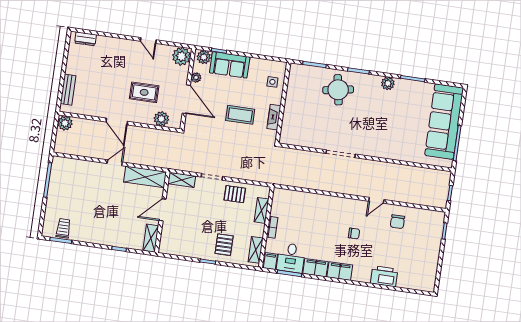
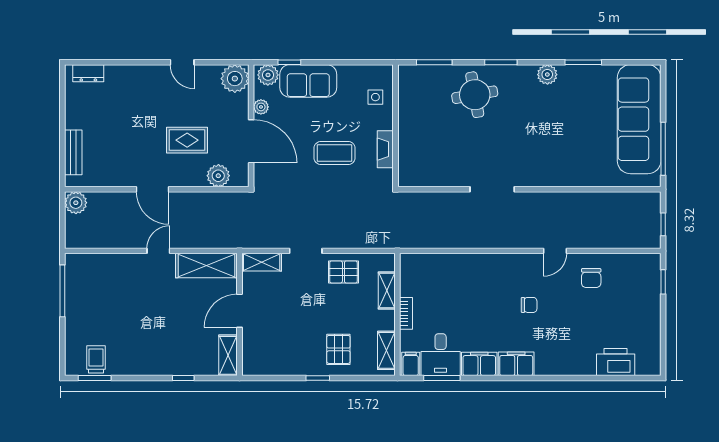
printer: (384, 276) -> (616, 362), moved

